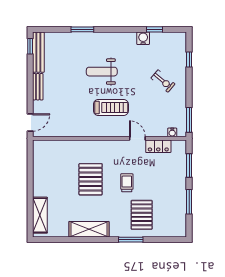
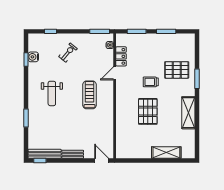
water cooler: (143, 38) -> (33, 57), moved
weight bench: (102, 72) -> (52, 93), moved
pallet: (91, 179) -> (148, 111), turned 90
shelving: (40, 215) -> (166, 153), moved

